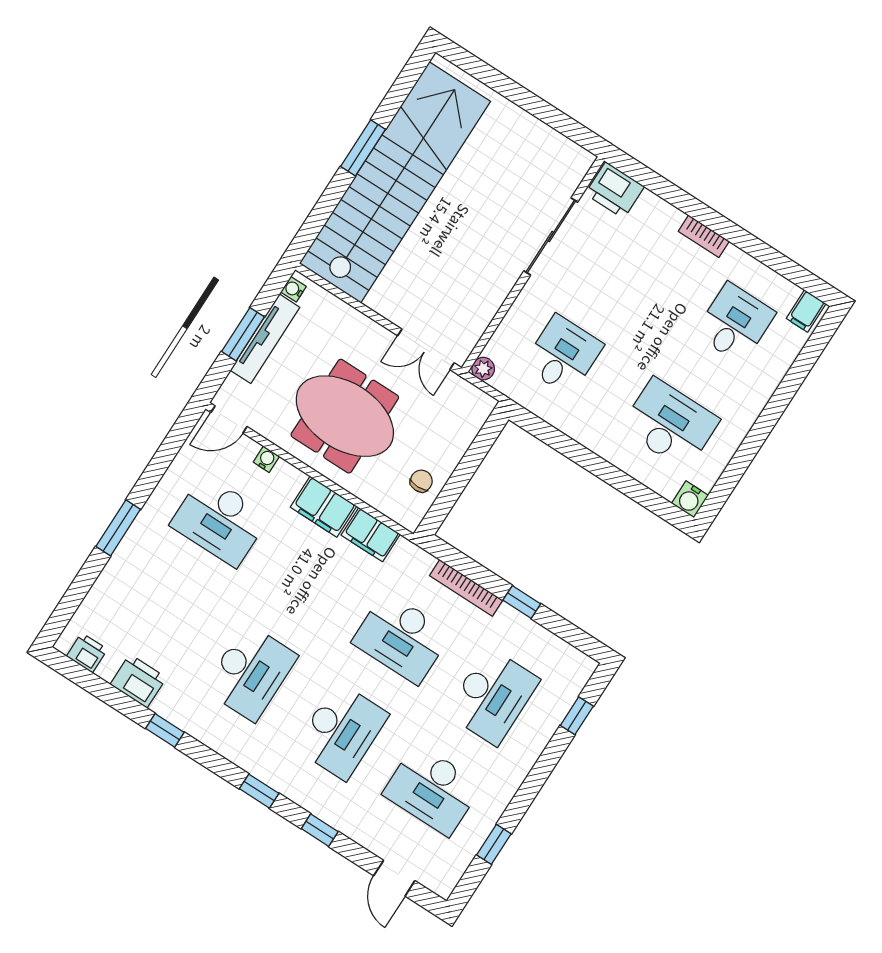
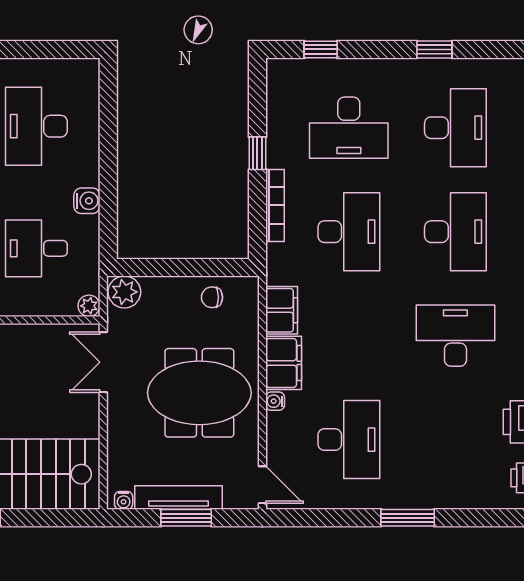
double door: (426, 349) -> (103, 362), swing flipped
plant: (475, 407) -> (124, 292), added
meeting table: (345, 416) -> (199, 393), turned 90
water cooler: (266, 459) -> (275, 401), moved
water cooler: (690, 499) -> (87, 201), moved
desk: (492, 696) -> (349, 128), turned 180
desk: (341, 731) -> (455, 232), turned 90
window: (494, 844) -> (434, 49), moved

